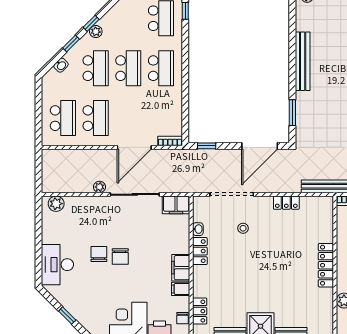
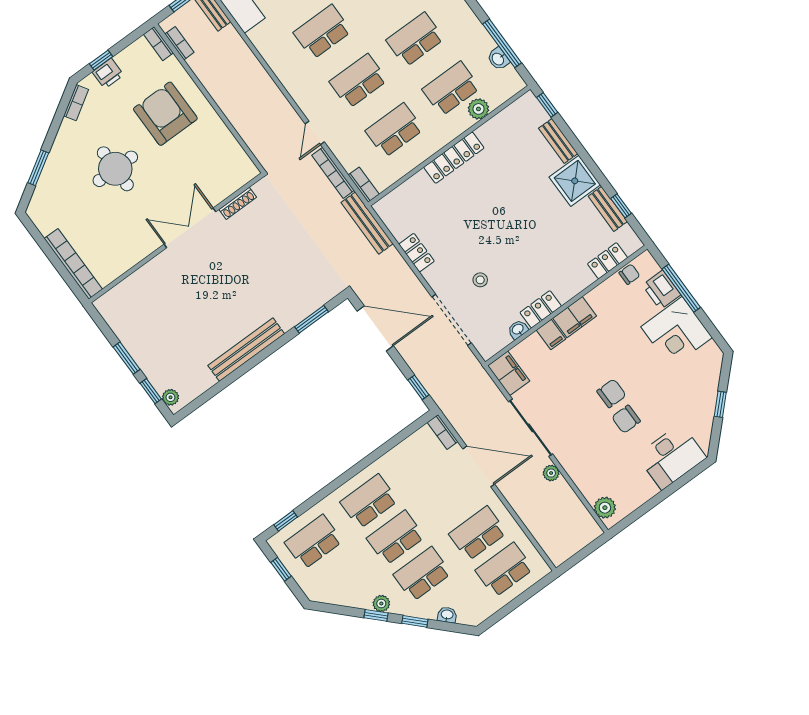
filing cabinet: (181, 289) -> (551, 334), moved

